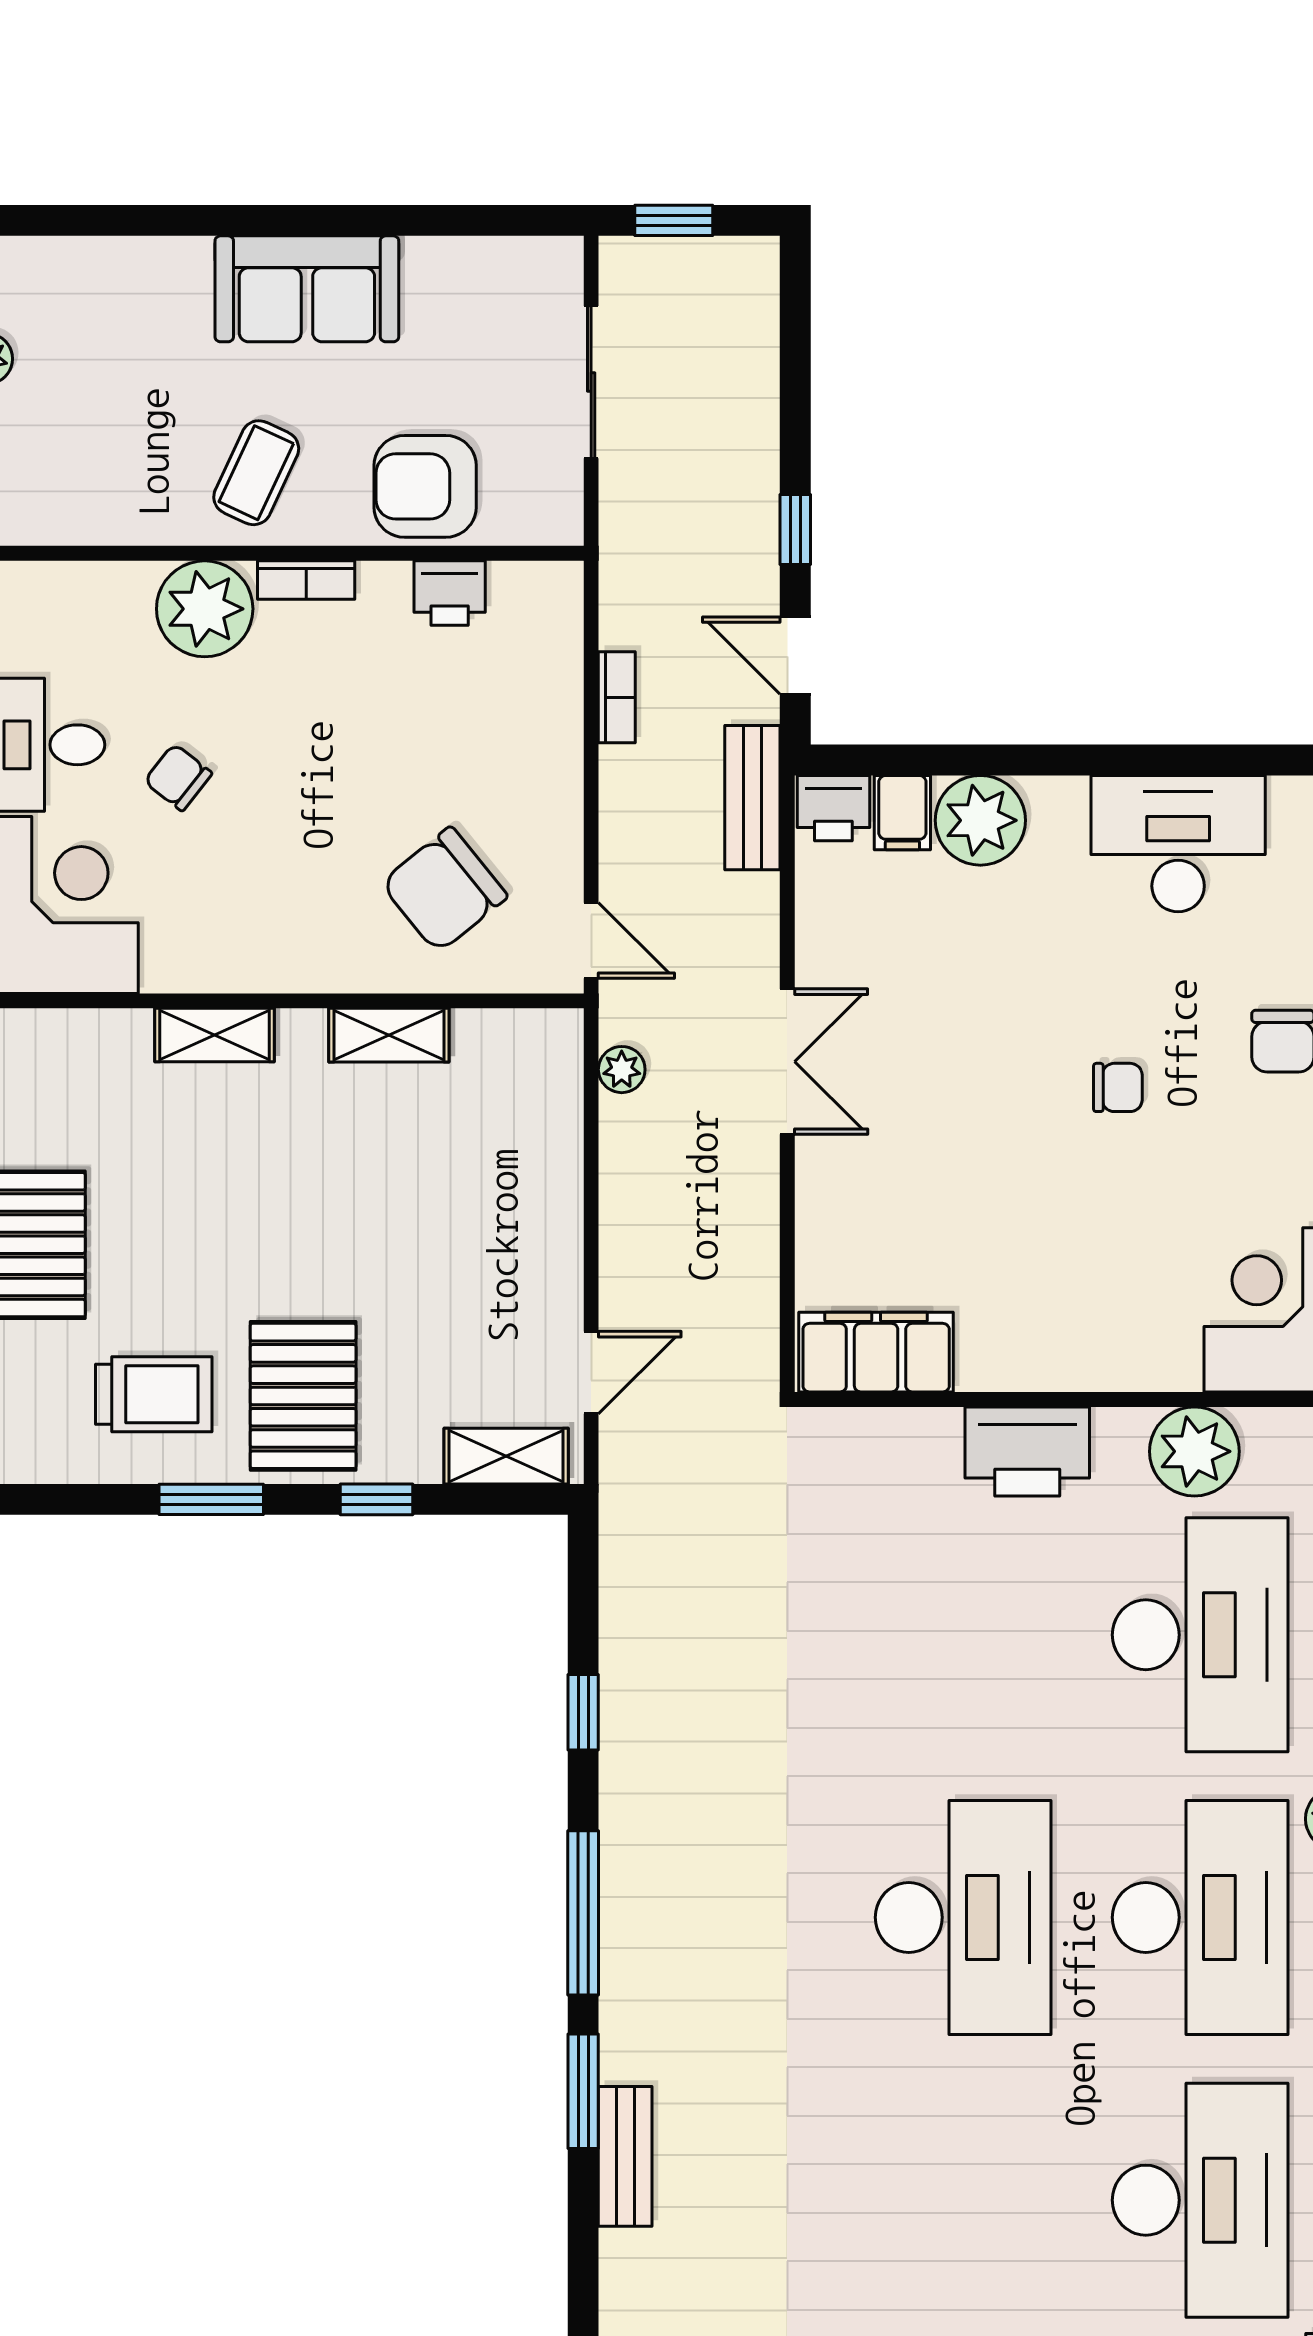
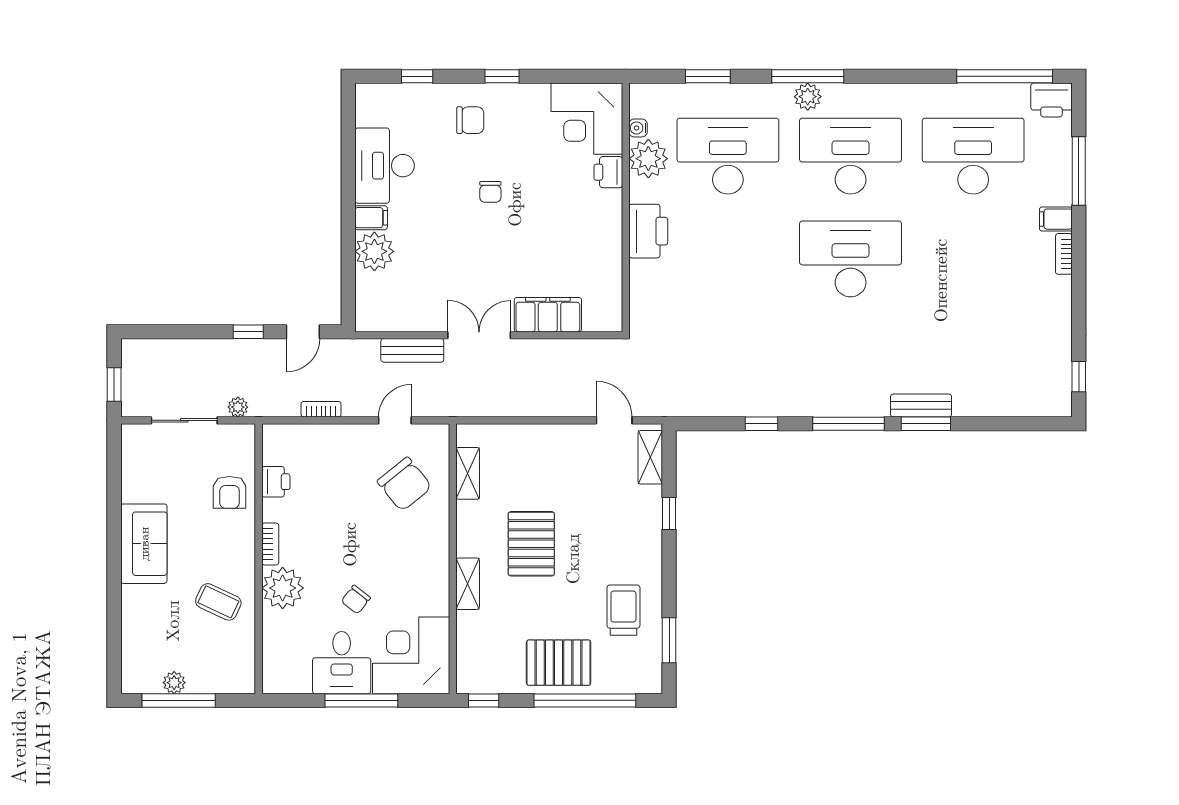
coffee table: (256, 473) -> (218, 602), moved
armchair: (425, 486) -> (230, 492), width x0.72, depth x0.72
bench: (752, 798) -> (412, 350), moved
printer: (833, 808) -> (608, 172), moved, turned 180
filing cabinet: (902, 813) -> (371, 218), moved
door: (591, 940) -> (395, 420), moved
shelving: (389, 1035) -> (468, 473), moved
plant: (622, 1070) -> (238, 407), moved
chair: (1118, 1087) -> (490, 192), turned 180
filing cabinet: (876, 1352) -> (548, 315), moved, turned 90
pallet: (303, 1396) -> (531, 544), moved, turned 90
water cooler: (1265, 1428) -> (638, 128), added
window: (211, 1499) -> (669, 640), moved
bench: (625, 2156) -> (921, 406), moved

